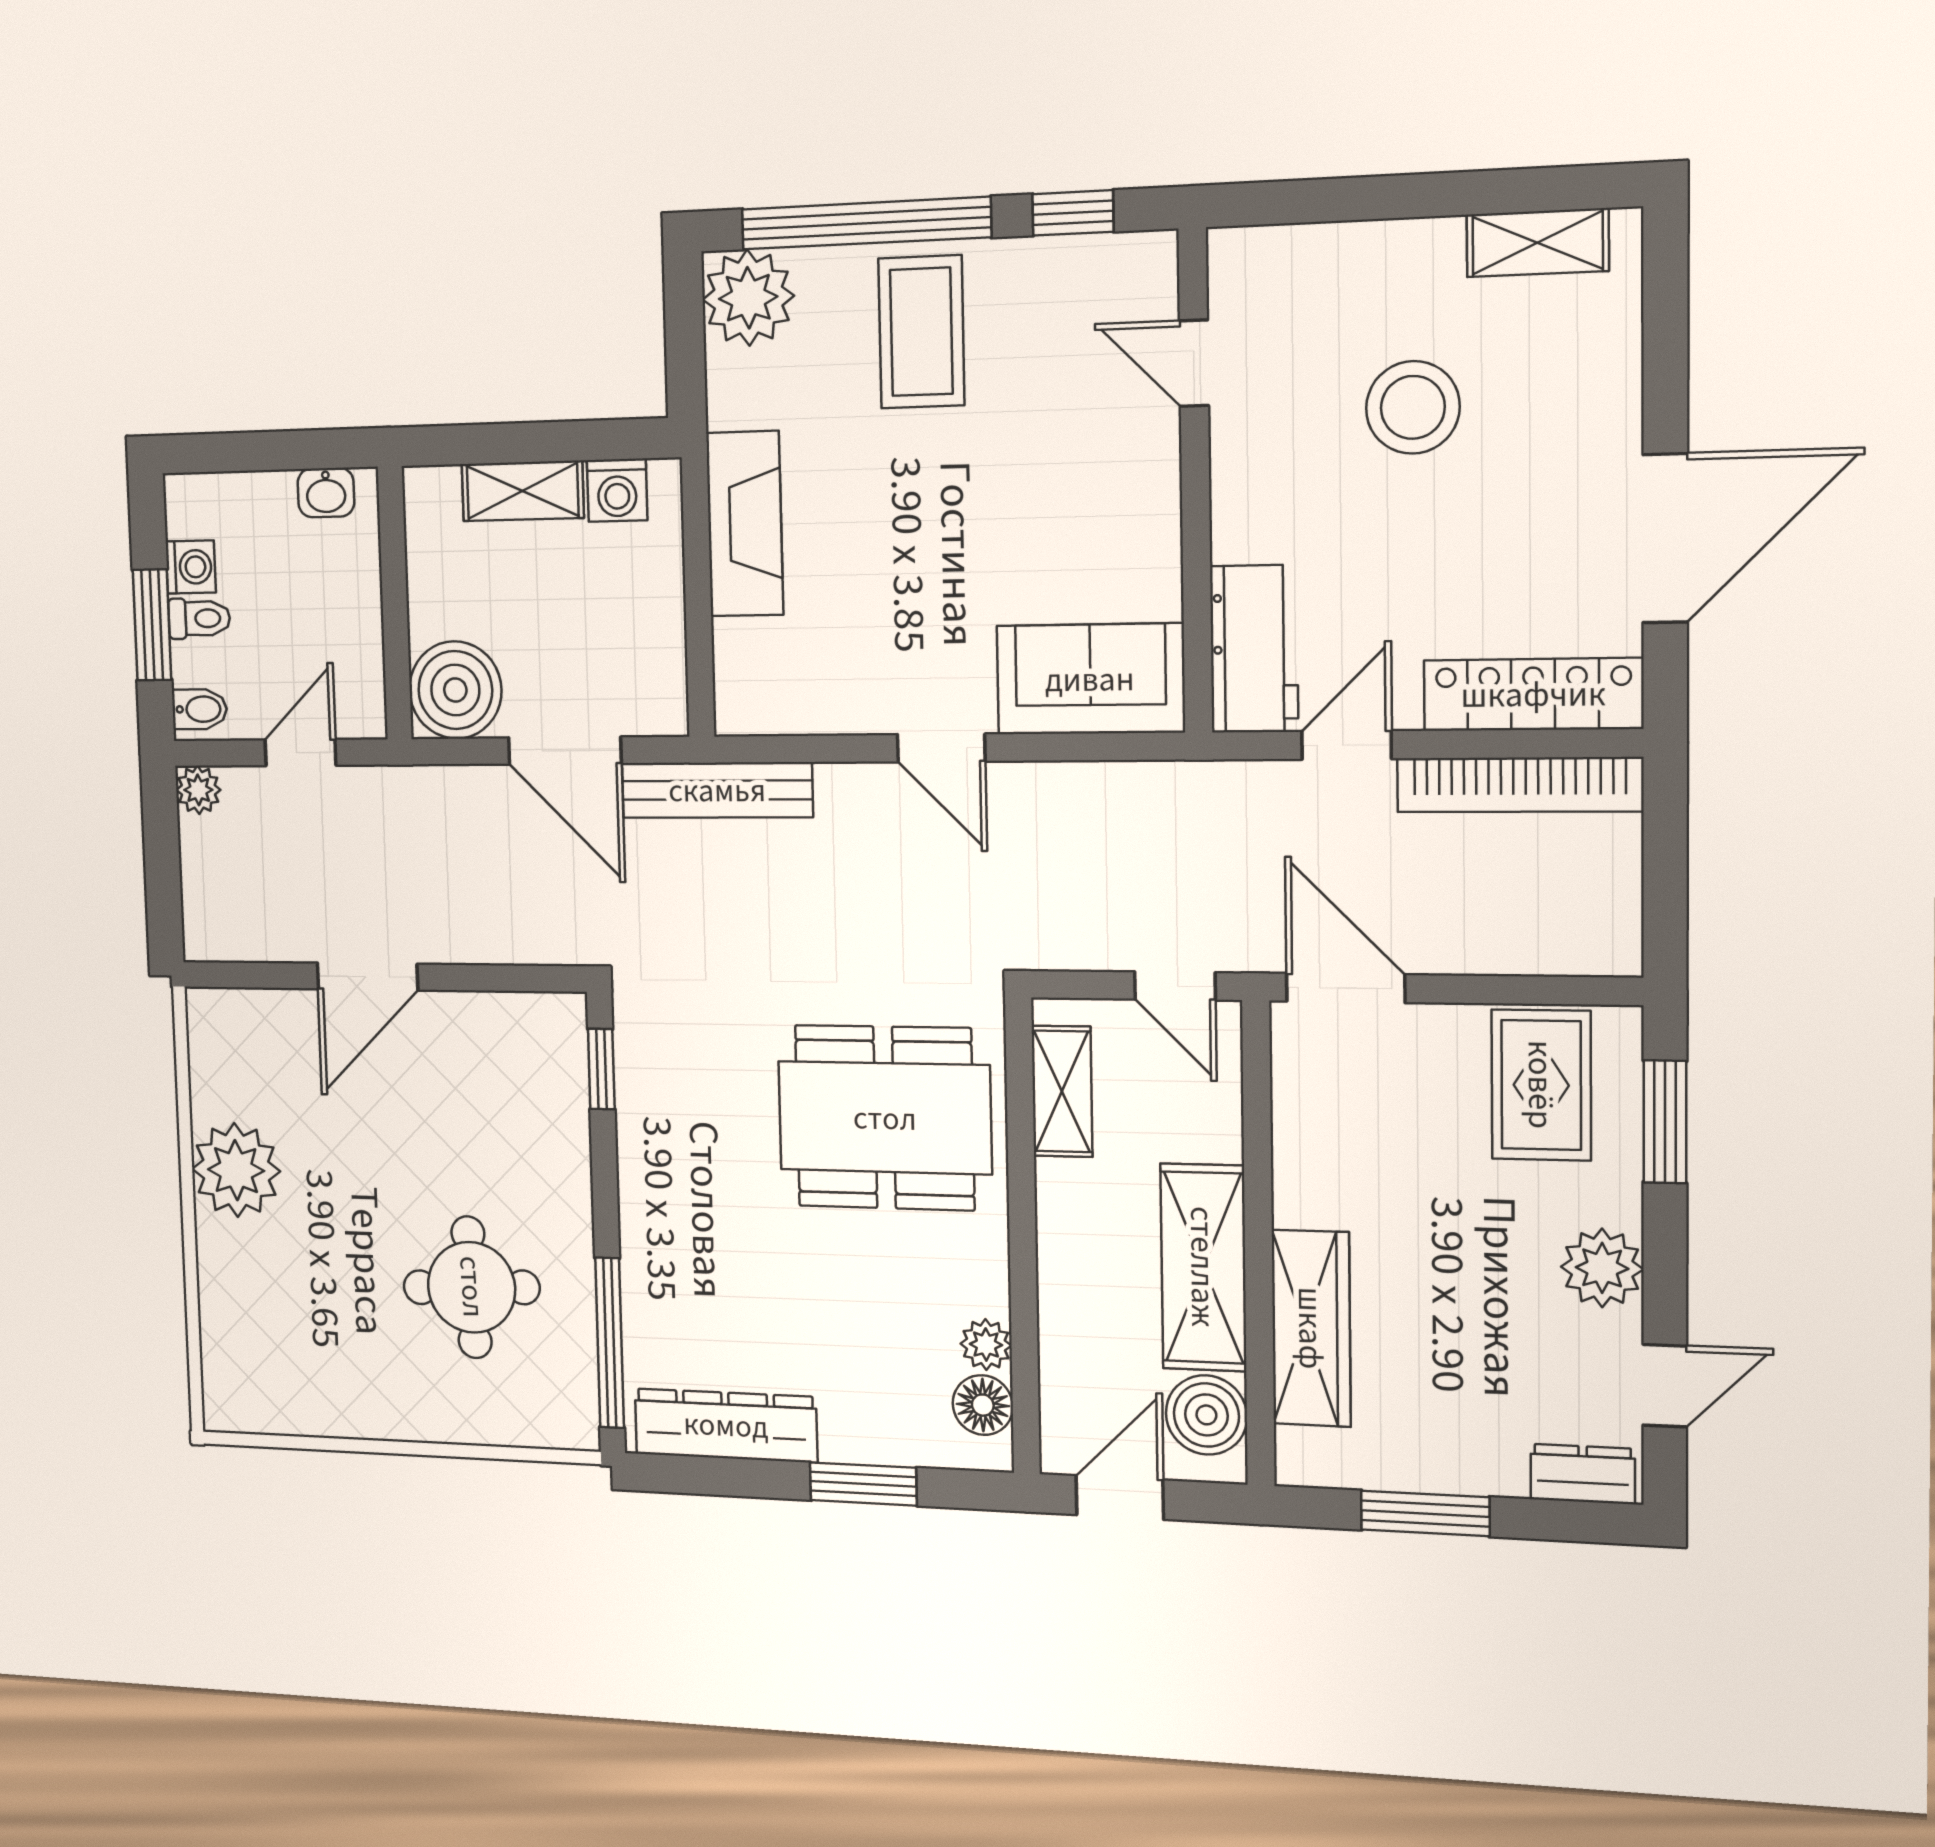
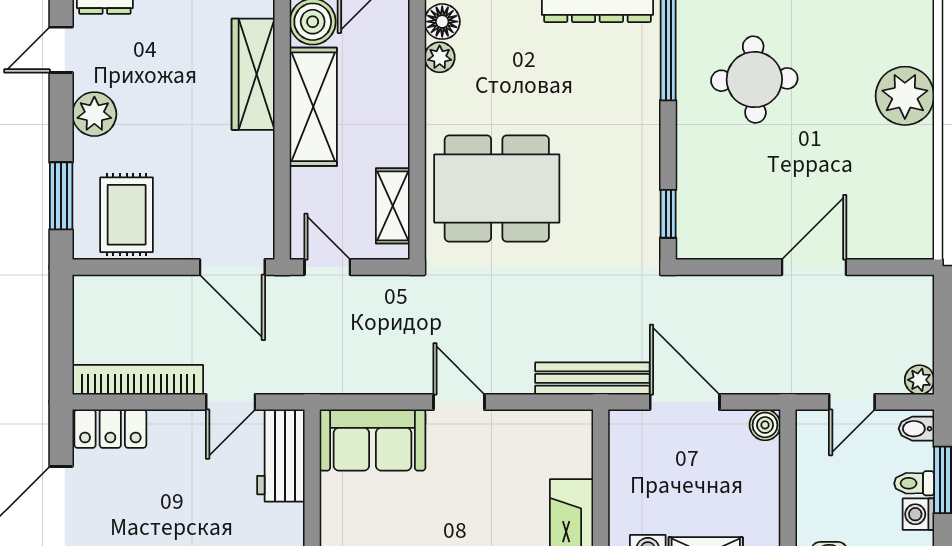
boiler: (455, 690) -> (765, 425), width x0.54, depth x0.54
locker: (1533, 694) -> (110, 429), width x0.66
plant: (236, 1170) -> (905, 96), moved

